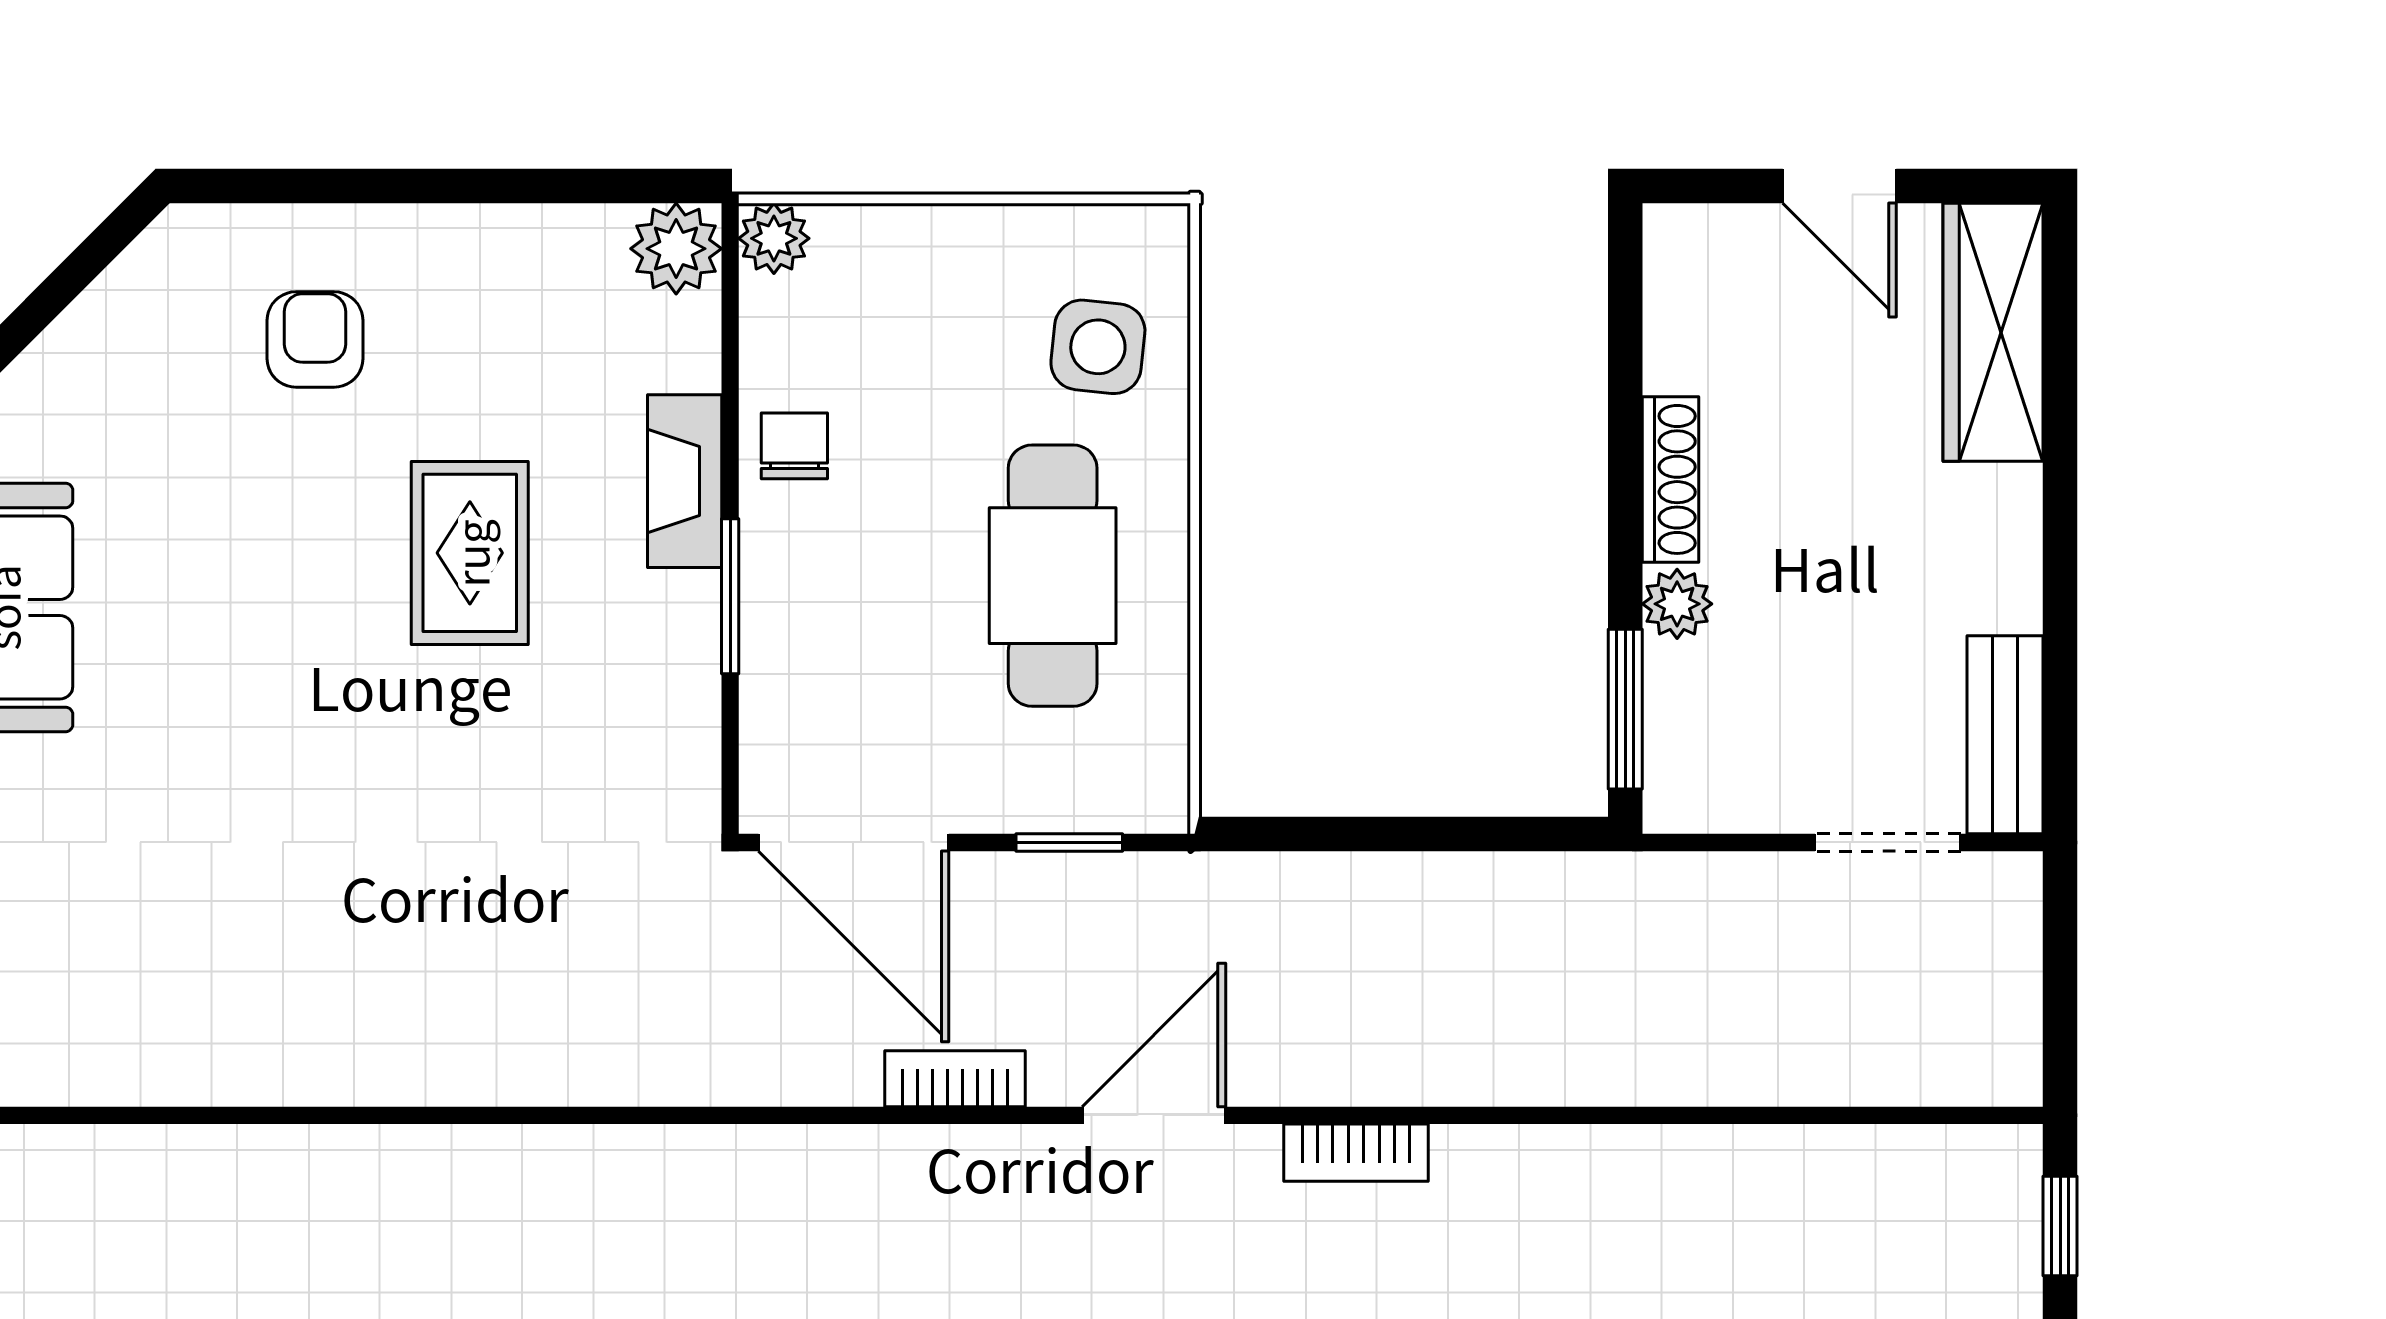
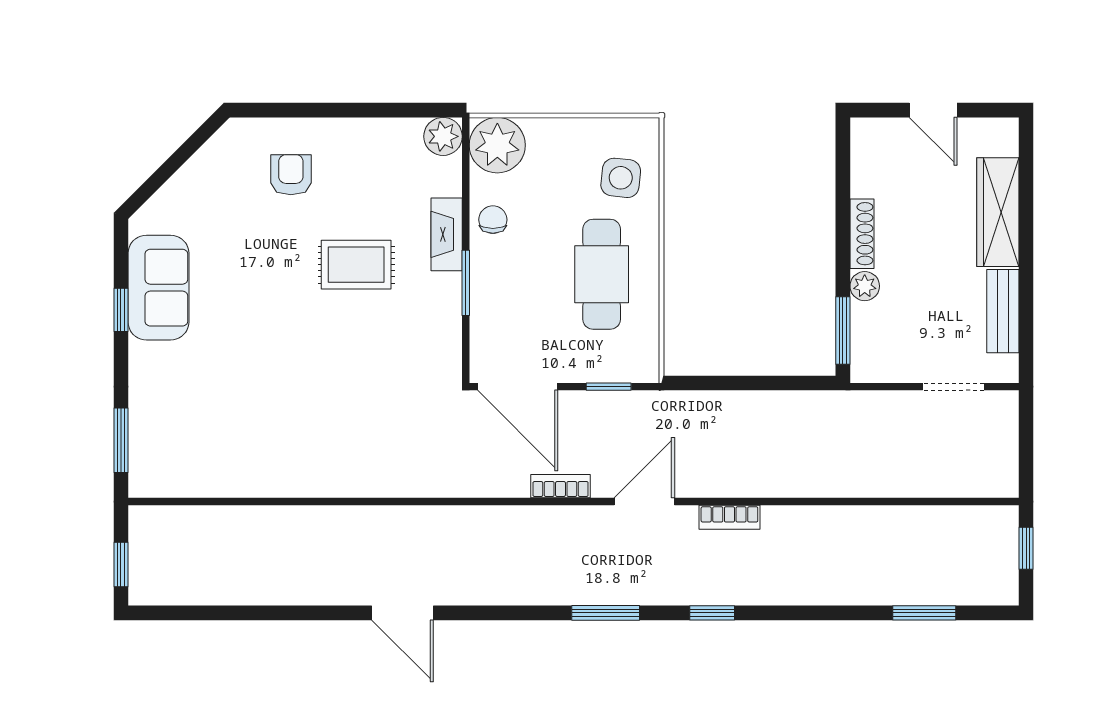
plant: (774, 238) -> (497, 145), width x1.88, depth x1.88
wardrobe: (1993, 332) -> (998, 212), moved
rug: (470, 553) -> (356, 265), turned 90
bench: (2005, 735) -> (1003, 311), moved

